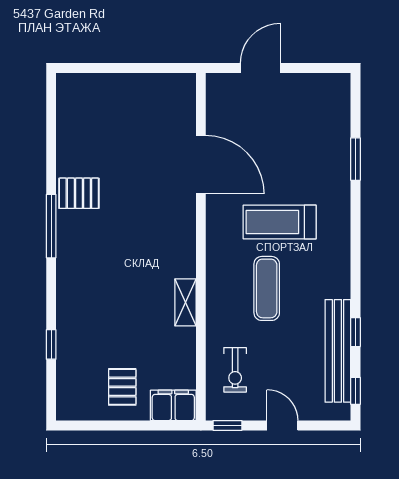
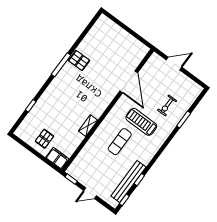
exercise bike: (235, 370) -> (167, 105), moved
door: (282, 425) -> (90, 193), swing flipped

